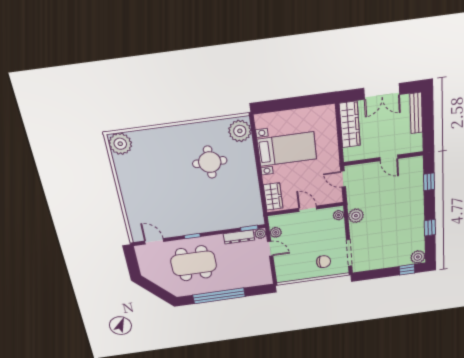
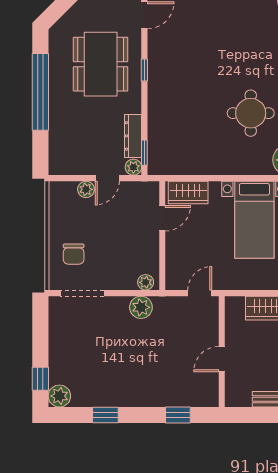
door: (308, 209) -> (162, 218), moved
plant: (276, 232) -> (86, 189), moved

